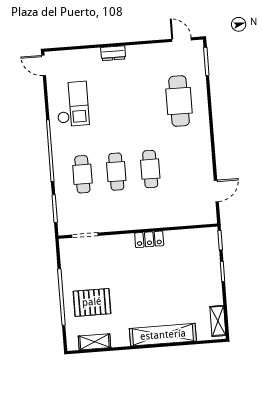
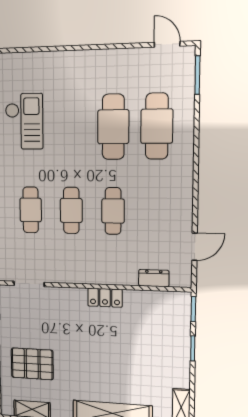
dresser: (113, 53) -> (154, 278), moved, turned 180
cafe table: (145, 104) -> (113, 127), added

